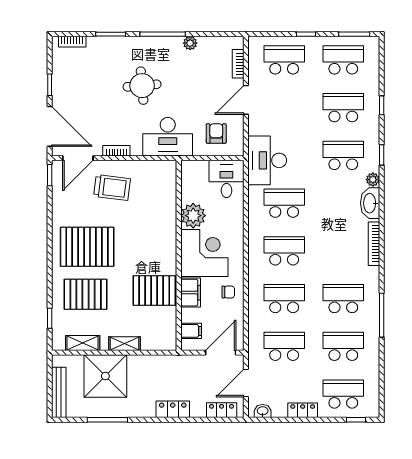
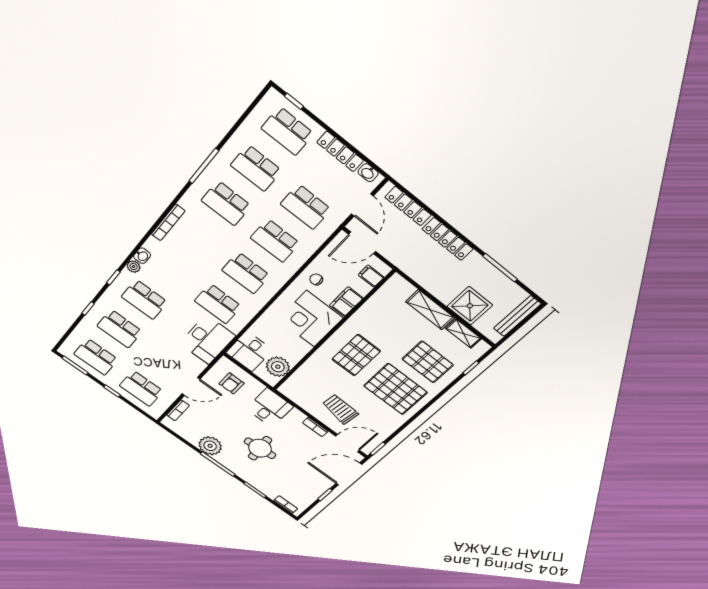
plant: (190, 43) -> (210, 446), width x1.88, depth x1.88
door: (50, 126) -> (349, 474), hinge flipped
desk: (168, 137) -> (270, 408), width x0.73
washbasin: (370, 203) -> (142, 256), width x0.52, depth x0.69
plant: (193, 216) -> (278, 367), moved
pallet: (154, 291) -> (356, 355), moved, turned 90
shelving: (125, 344) -> (430, 310), width x1.50, depth x1.33
shower: (105, 376) -> (470, 306), width x0.73, depth x0.73
door: (246, 383) -> (362, 205), hinge flipped
locker: (173, 409) -> (448, 239), width x1.53
locker: (222, 410) -> (408, 206), width x1.53
locker: (303, 410) -> (340, 151), width x1.53

